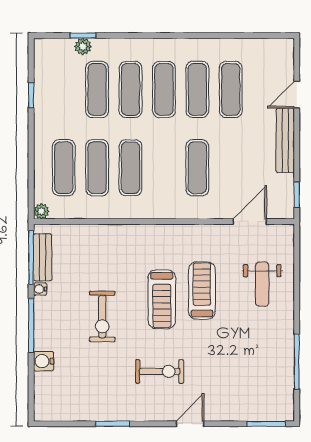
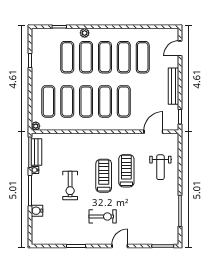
plant: (83, 47) -> (85, 33), moved
door: (297, 95) -> (180, 48), moved
exercise mat: (164, 168) -> (105, 101), added
treadmill: (162, 299) -> (104, 176), turned 180

